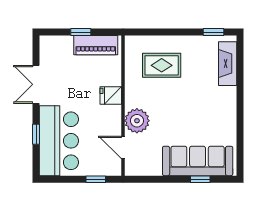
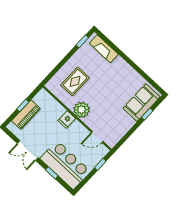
piano: (96, 45) -> (26, 115), moved
plant: (137, 121) -> (82, 110), moved
sofa: (198, 161) -> (141, 103), width x0.73

